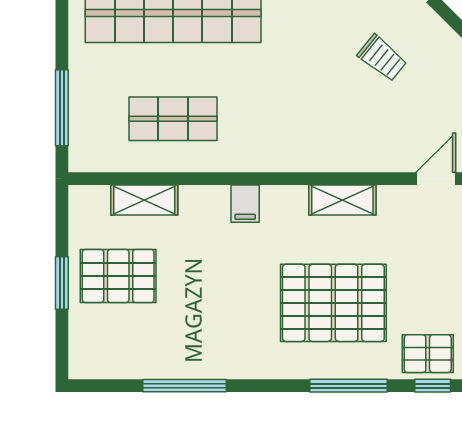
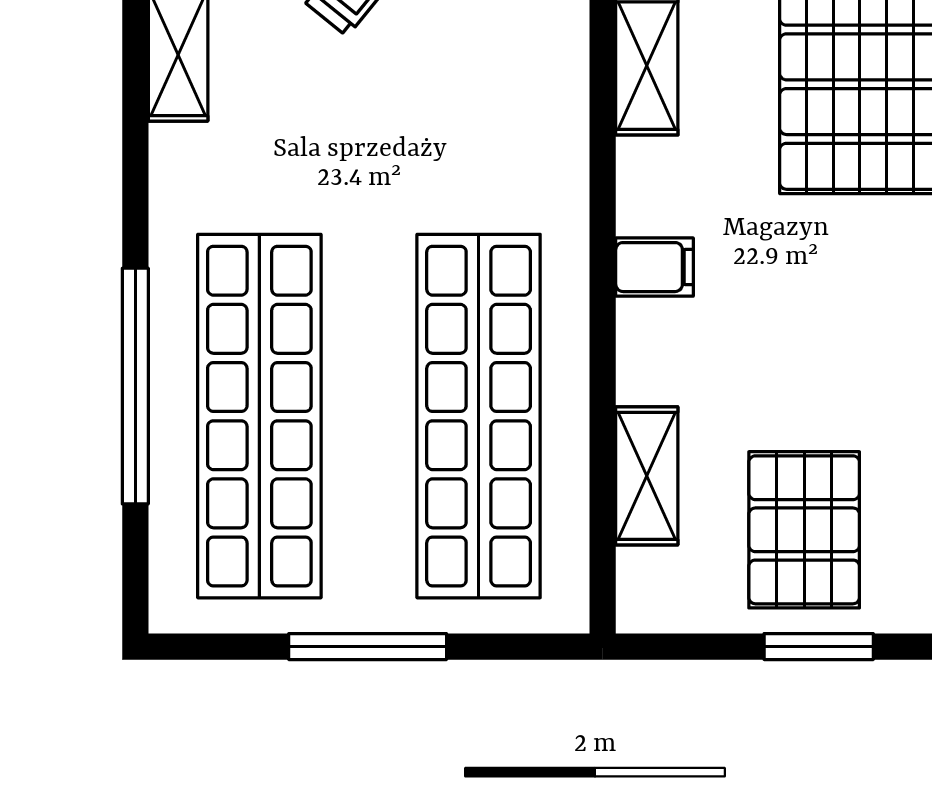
window: (62, 108) -> (368, 647), moved
shop shelf: (173, 119) -> (479, 416), width x2.00, depth x1.36

